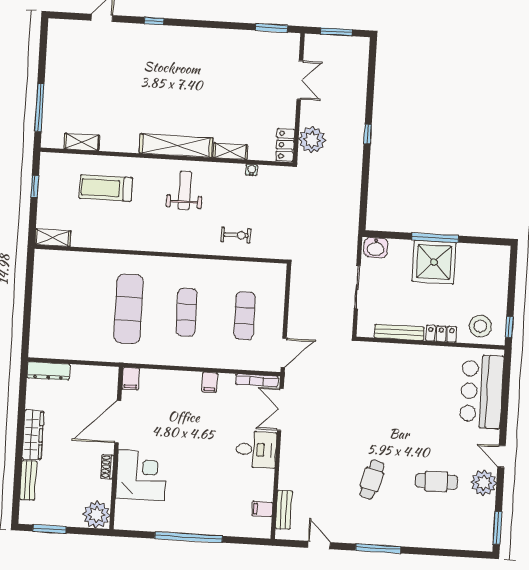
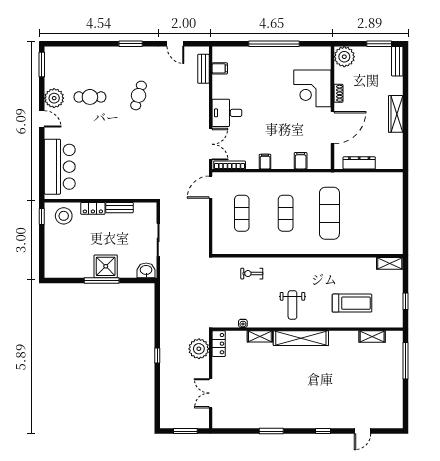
window: (271, 28) -> (271, 431), moved
shower: (434, 262) -> (106, 266), width x0.73, depth x0.73
bench: (399, 332) -> (120, 208), width x0.73
dresser: (48, 371) -> (359, 163), moved
filing cabinet: (131, 379) -> (301, 161), moved
bench: (28, 480) -> (397, 61), moved
window: (378, 549) -> (131, 44), width x0.69

